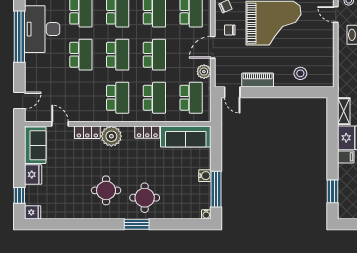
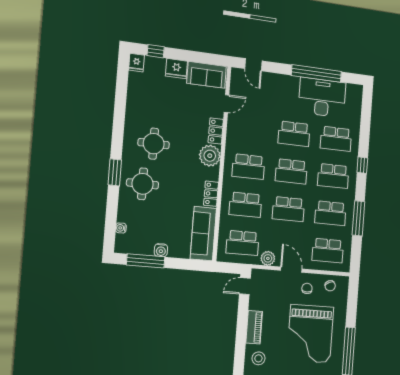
piano: (258, 80) -> (254, 327), moved
water cooler: (206, 214) -> (121, 228), moved

